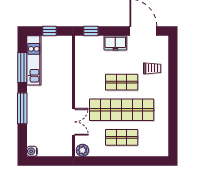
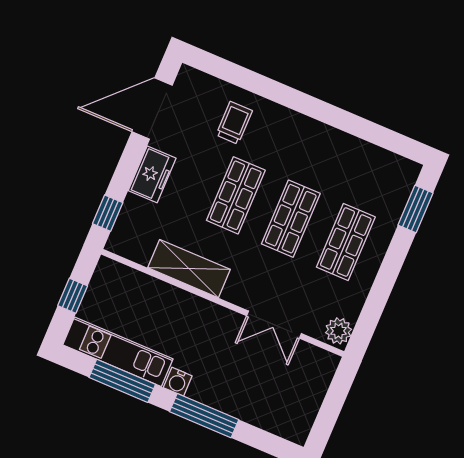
shelving: (82, 76) -> (189, 269), added
shop shelf: (122, 110) -> (291, 219), width x0.50, depth x0.74
double door: (74, 122) -> (274, 325), swing flipped
water cooler: (32, 151) -> (178, 382), moved
window: (148, 161) -> (415, 209), added

